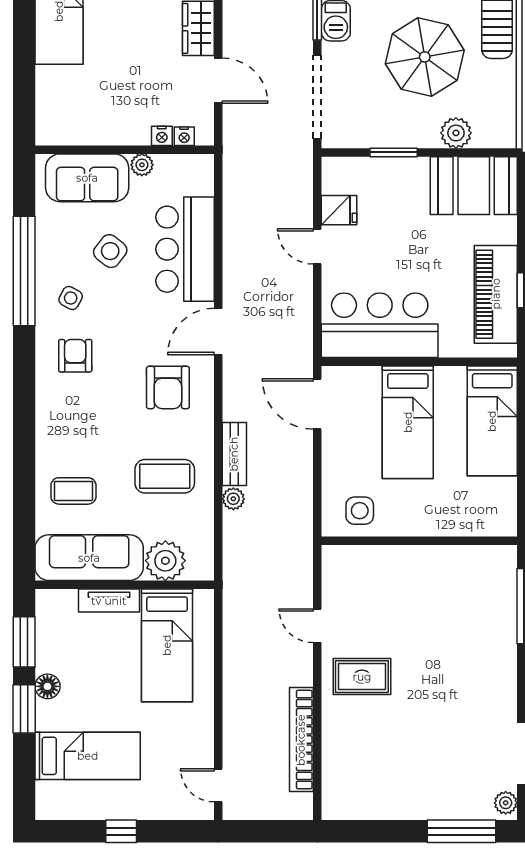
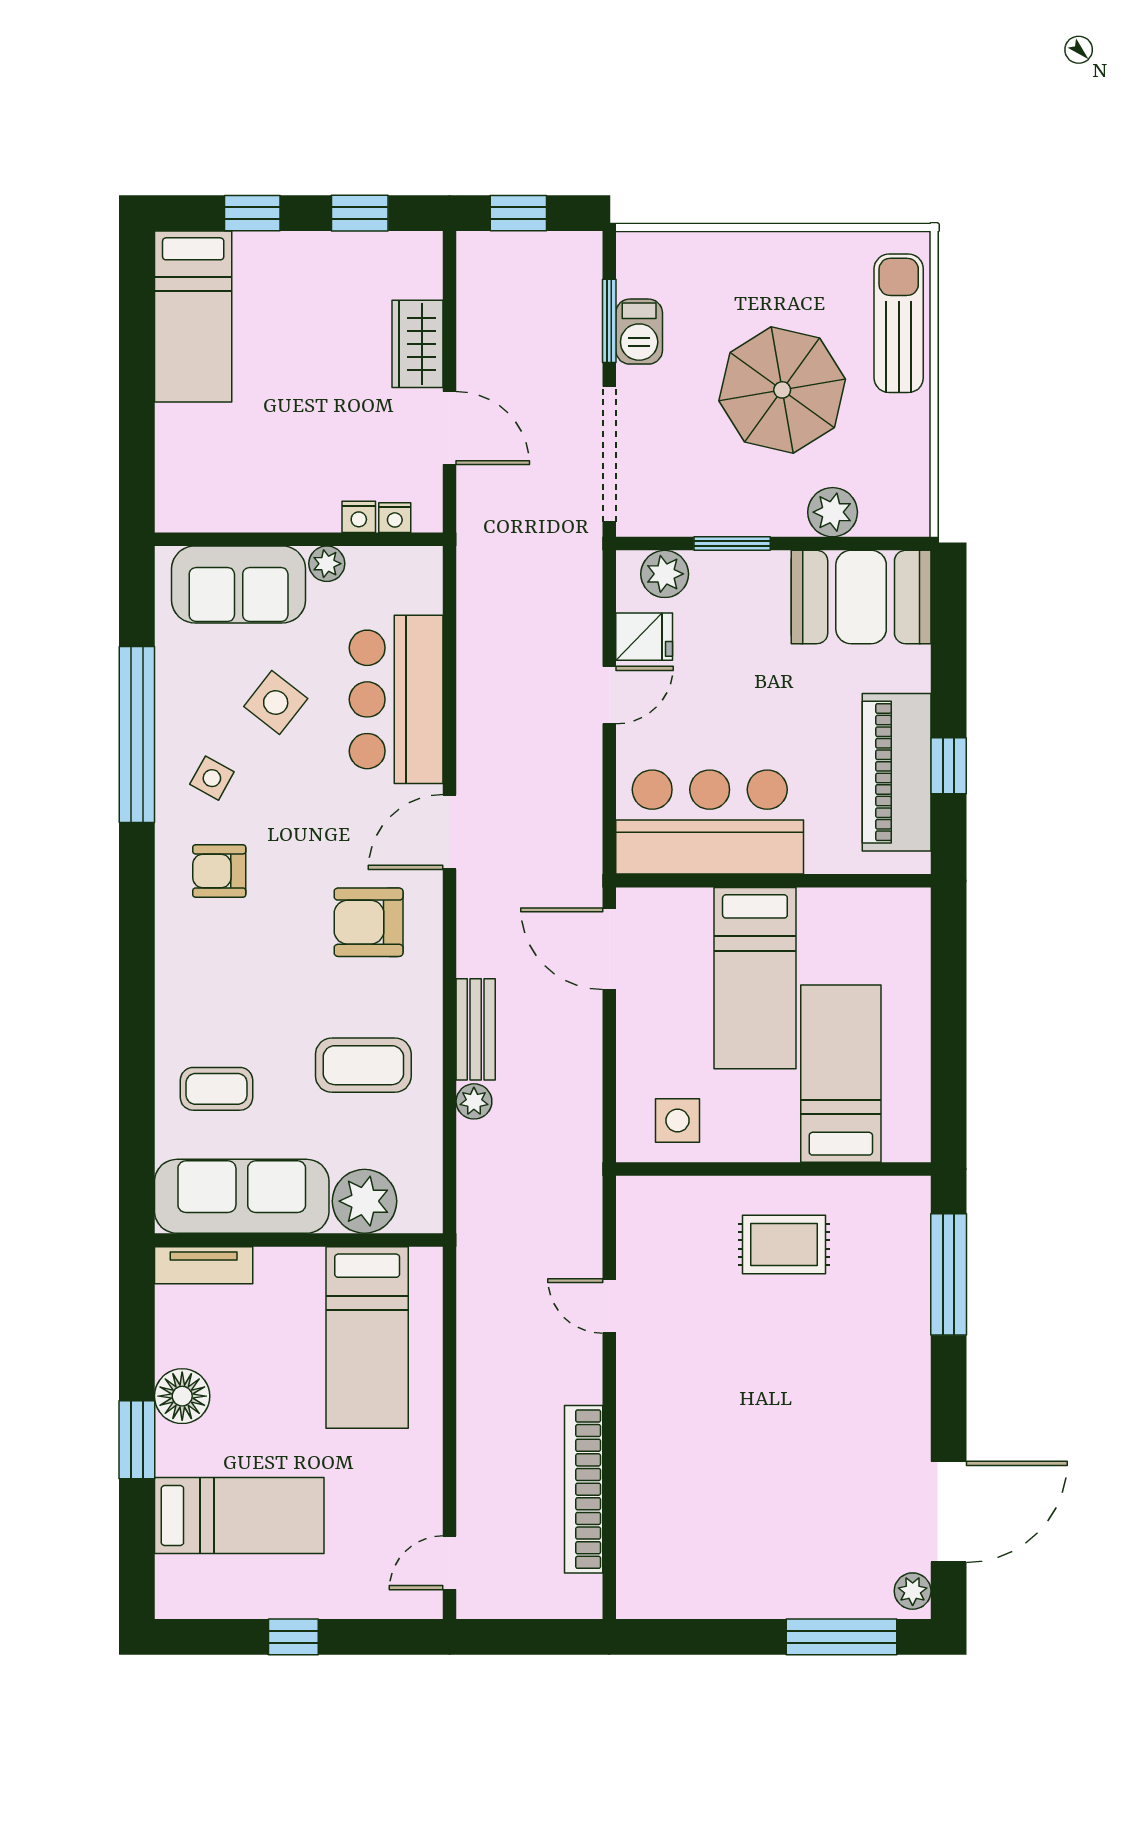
plant: (352, 171) -> (665, 574), added
door: (317, 246) -> (609, 695), swing flipped
armchair: (75, 356) -> (219, 871), turned -90
armchair: (168, 387) -> (369, 922), turned 90
bed: (492, 421) -> (841, 1074), moved, turned 180
tv unit: (109, 601) -> (204, 1265), moved
window: (24, 642) -> (137, 1332), removed
rug: (362, 677) -> (784, 1245), moved
floor lamp: (47, 686) -> (182, 1396), width x1.38, depth x1.38
door: (218, 785) -> (450, 1563), hinge flipped

